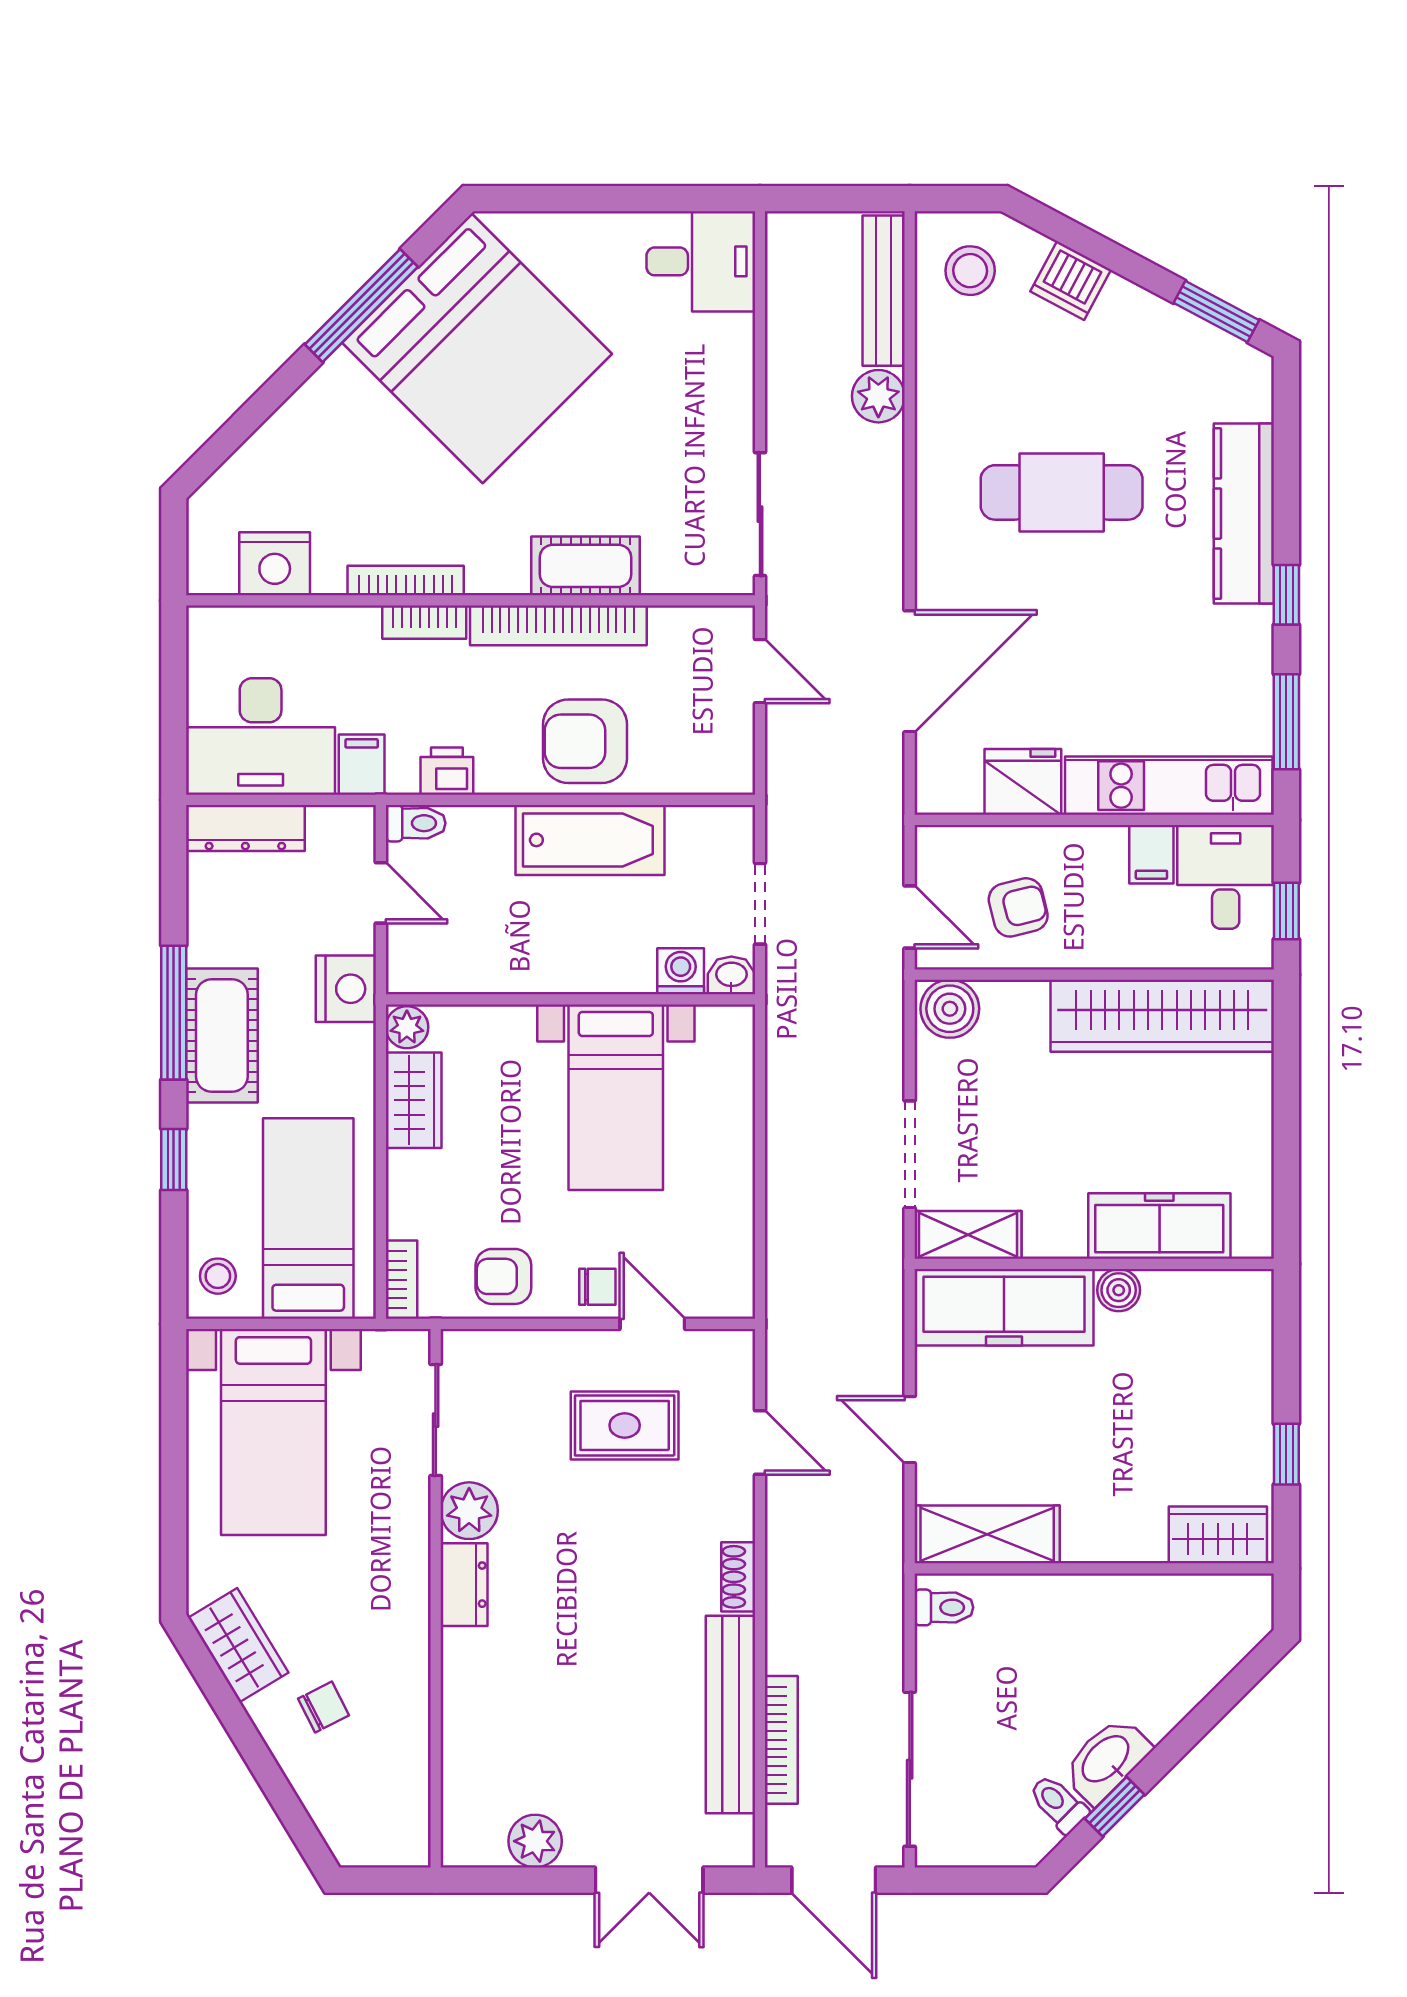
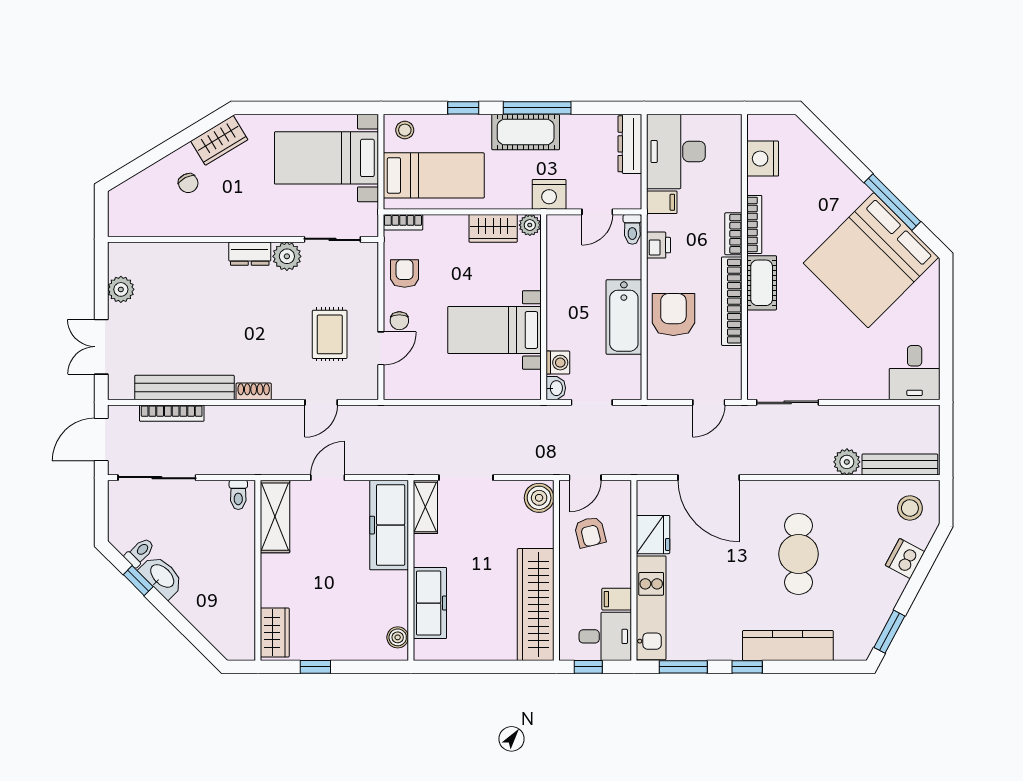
cot: (586, 566) -> (762, 283), moved
boiler: (1119, 1290) -> (398, 637), moved

